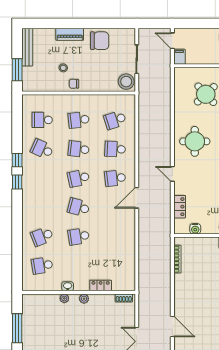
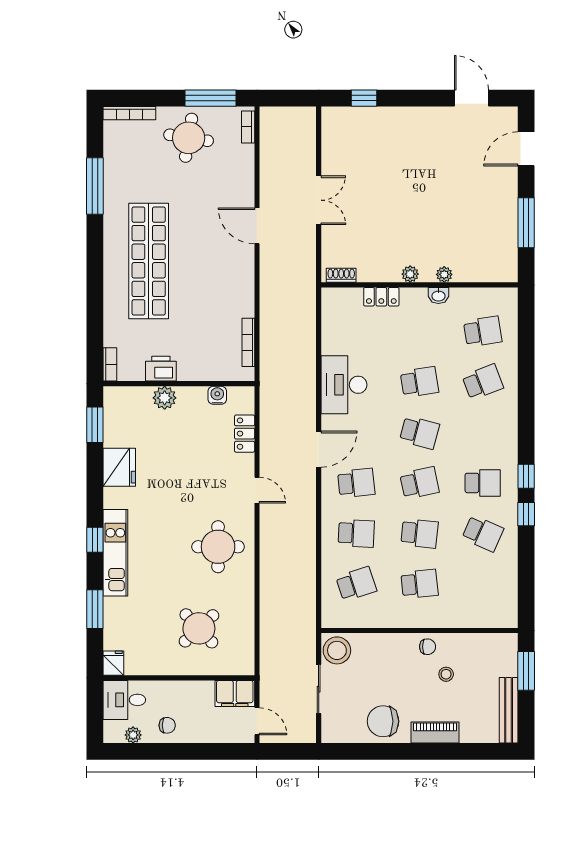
filing cabinet: (179, 57) -> (235, 693), width x2.00
school desk: (42, 120) -> (483, 483), moved
desk: (122, 235) -> (344, 385), added

